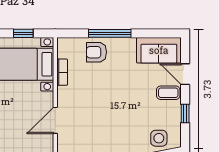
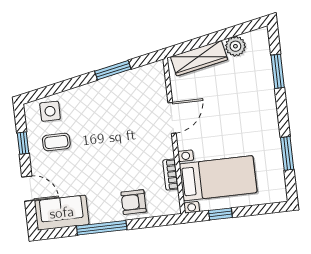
window: (110, 33) -> (102, 228), moved
armchair: (96, 52) -> (134, 202), turned 180
coffee table: (168, 93) -> (56, 142), moved

